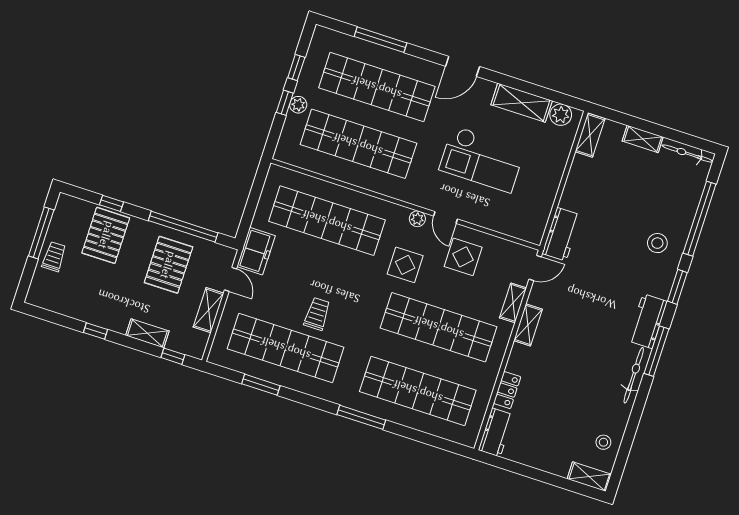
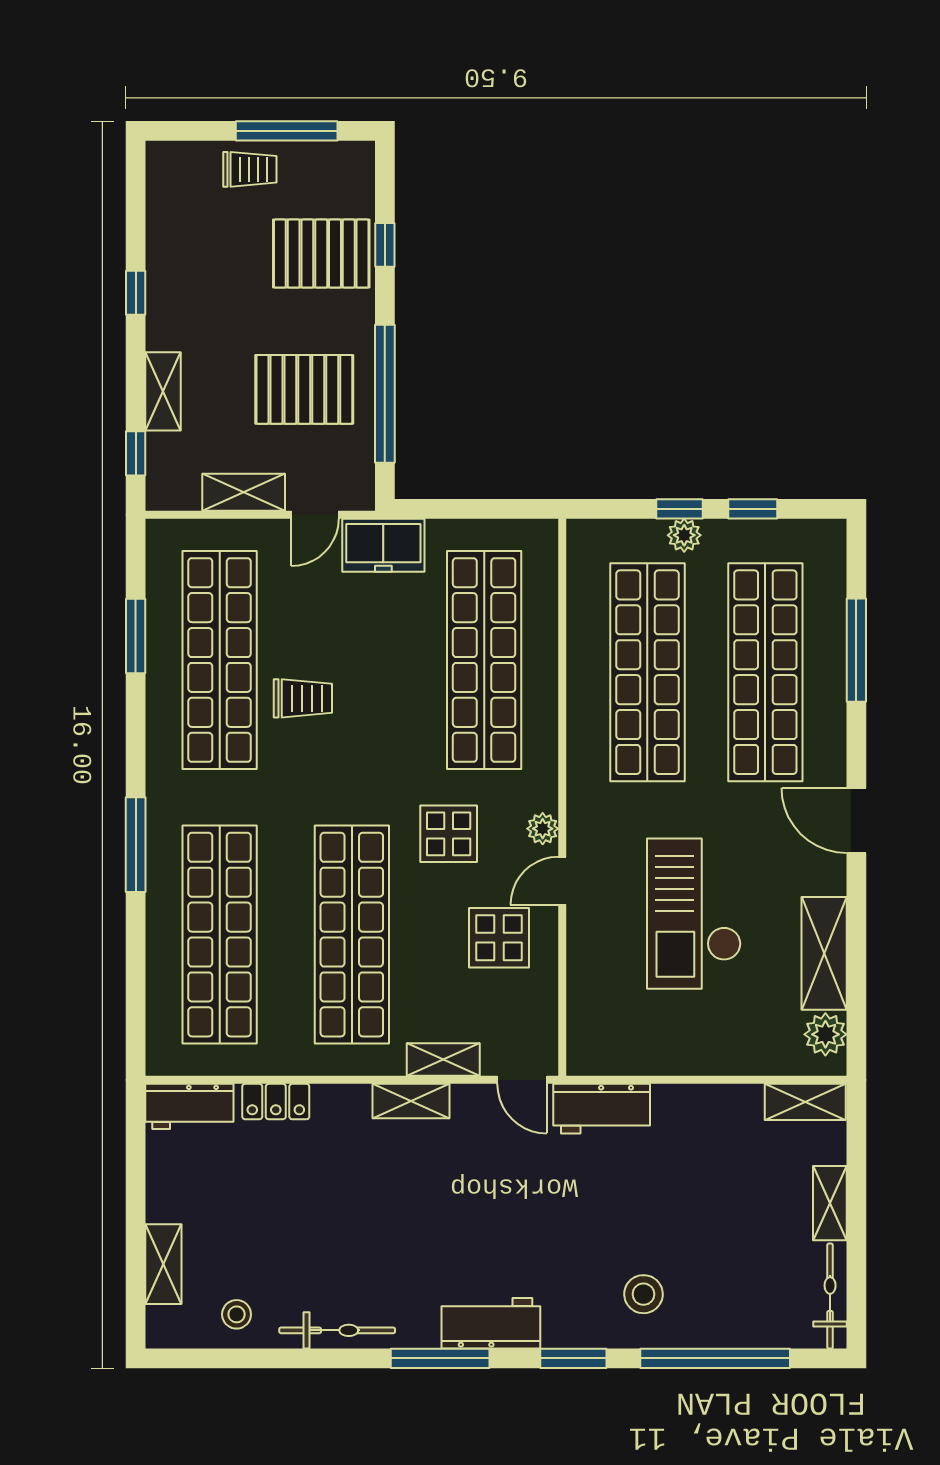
bicycle: (634, 375) -> (337, 1330), moved
shelving: (589, 477) -> (163, 1264), moved

